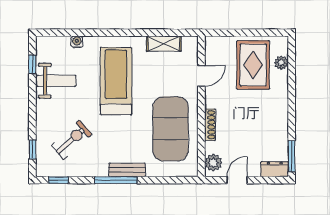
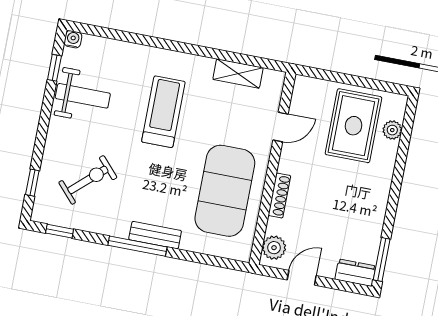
water cooler: (77, 42) -> (73, 39), moved
treadmill: (116, 81) -> (163, 112), width x0.73, depth x0.73

